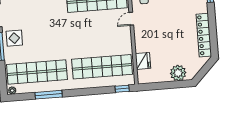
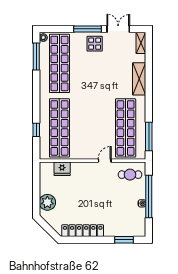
door: (131, 19) -> (105, 161), hinge flipped
window: (122, 89) -> (36, 130), moved
window: (49, 95) -> (36, 57), moved

